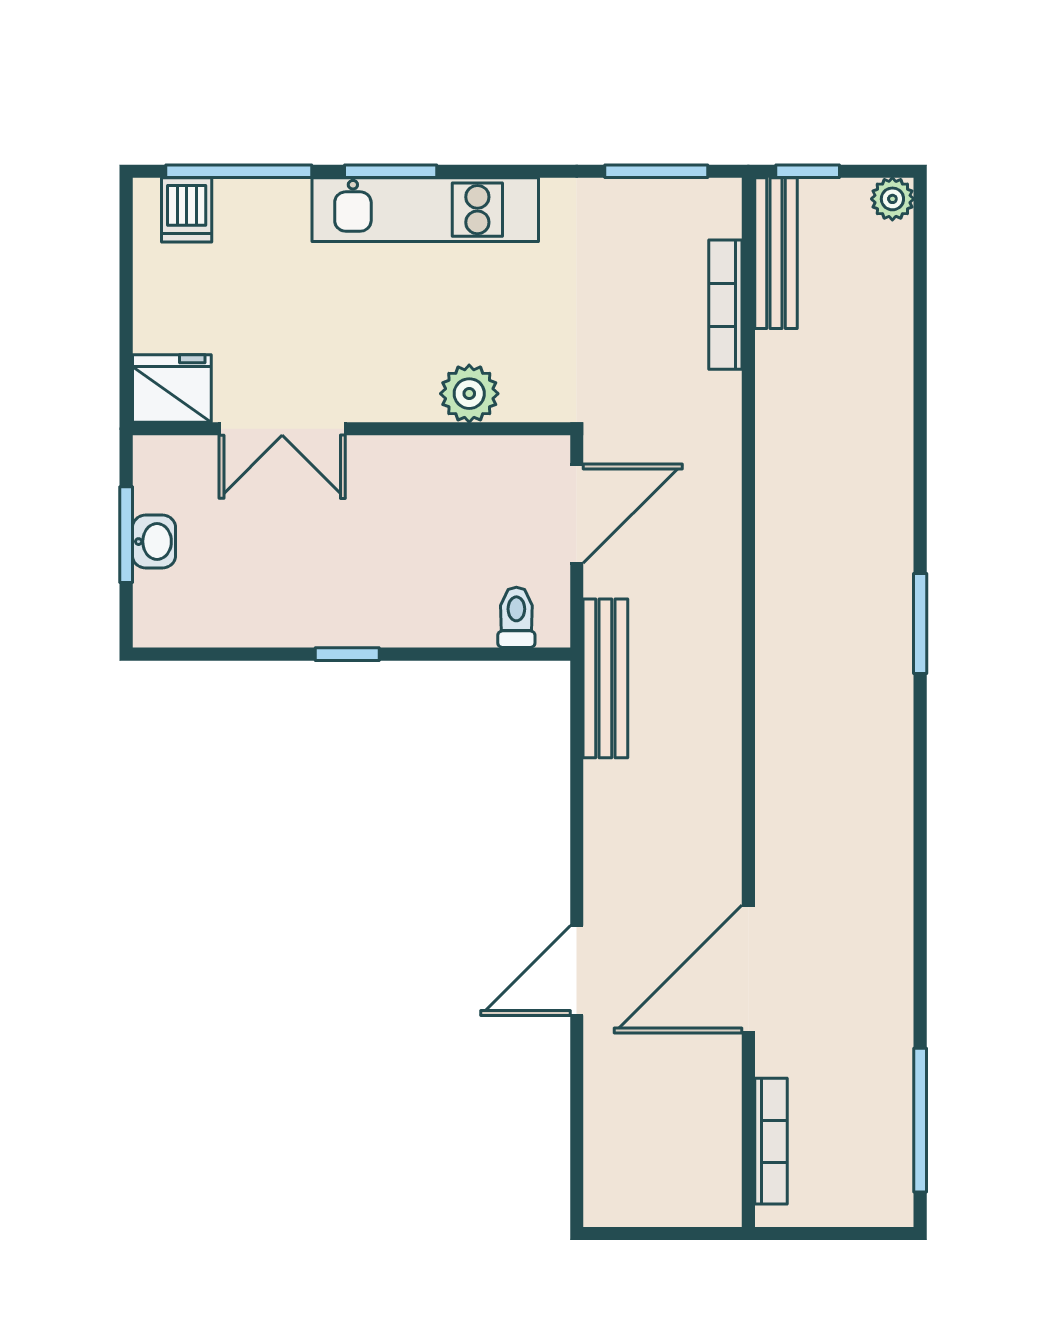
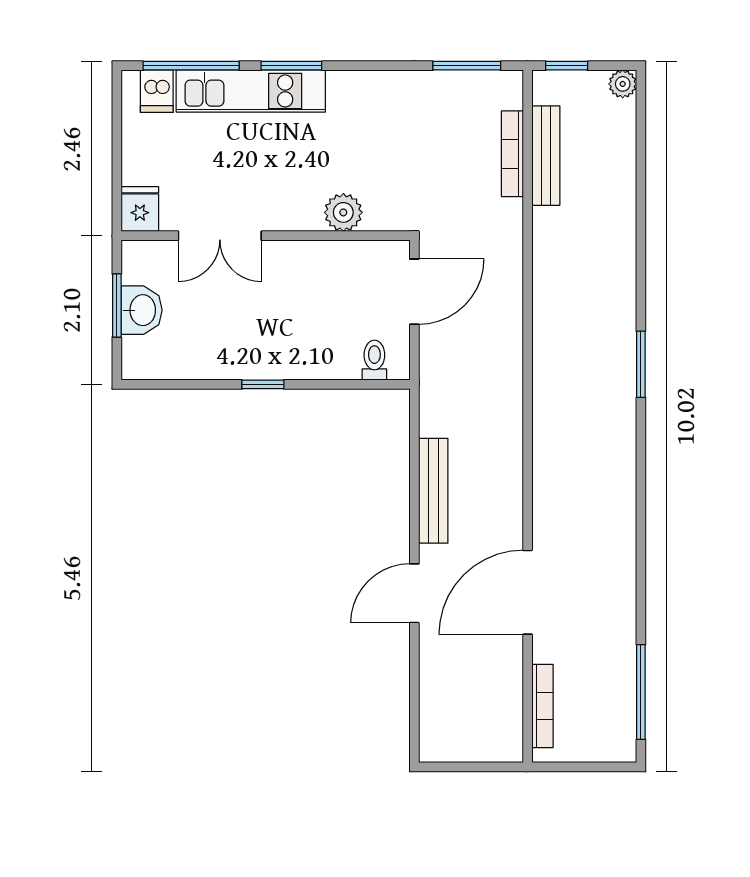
kitchen unit: (425, 210) -> (251, 91), moved
bench: (776, 253) -> (546, 156), moved
fridge: (172, 388) -> (140, 209), width x0.72
washbasin: (154, 542) -> (142, 310), width x1.38, depth x1.45
bench: (605, 678) -> (433, 491), moved

